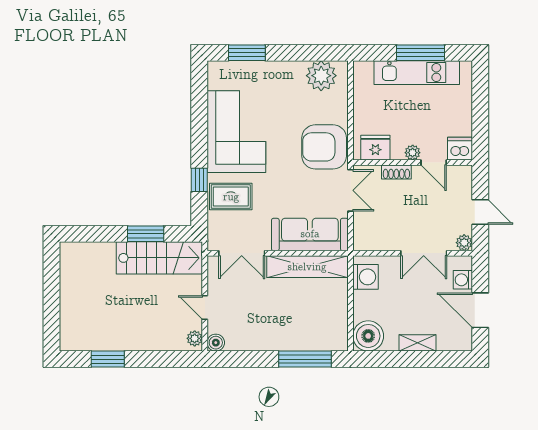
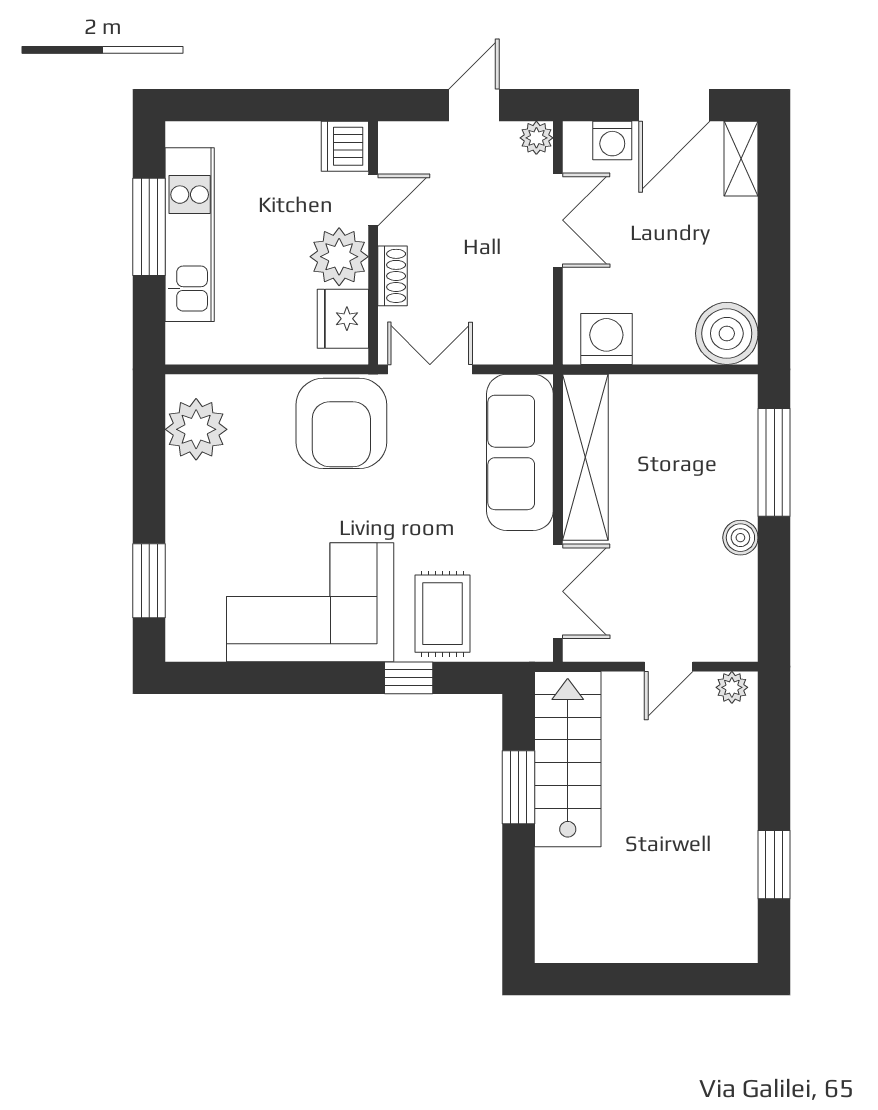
plant: (413, 153) -> (339, 257), width x1.88, depth x1.88
boiler: (216, 343) -> (740, 538), moved
shelving: (418, 343) -> (741, 159), moved

